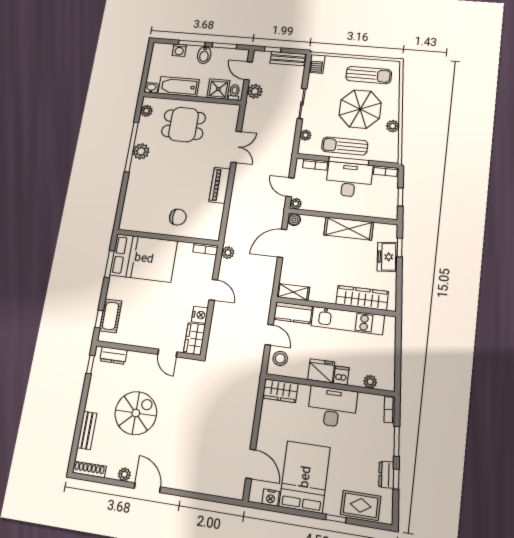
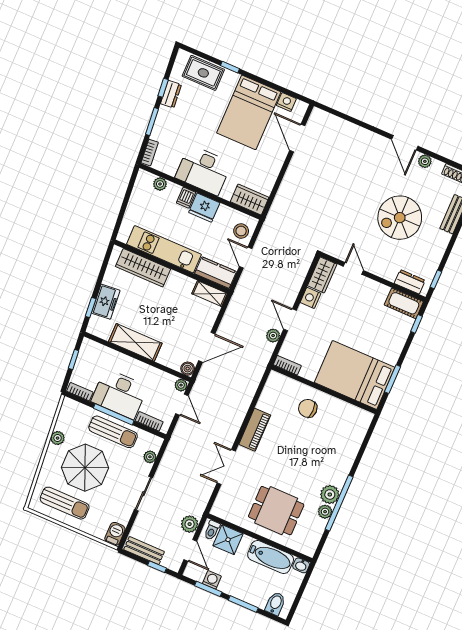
washing machine: (179, 50) -> (212, 580), moved
bidet: (204, 55) -> (275, 604), moved
sun lounger: (369, 75) -> (65, 503), turned 180
plant: (146, 111) -> (325, 512), moved
plant: (228, 253) -> (273, 336), moved
cot: (110, 316) -> (404, 303), moved, turned 90

